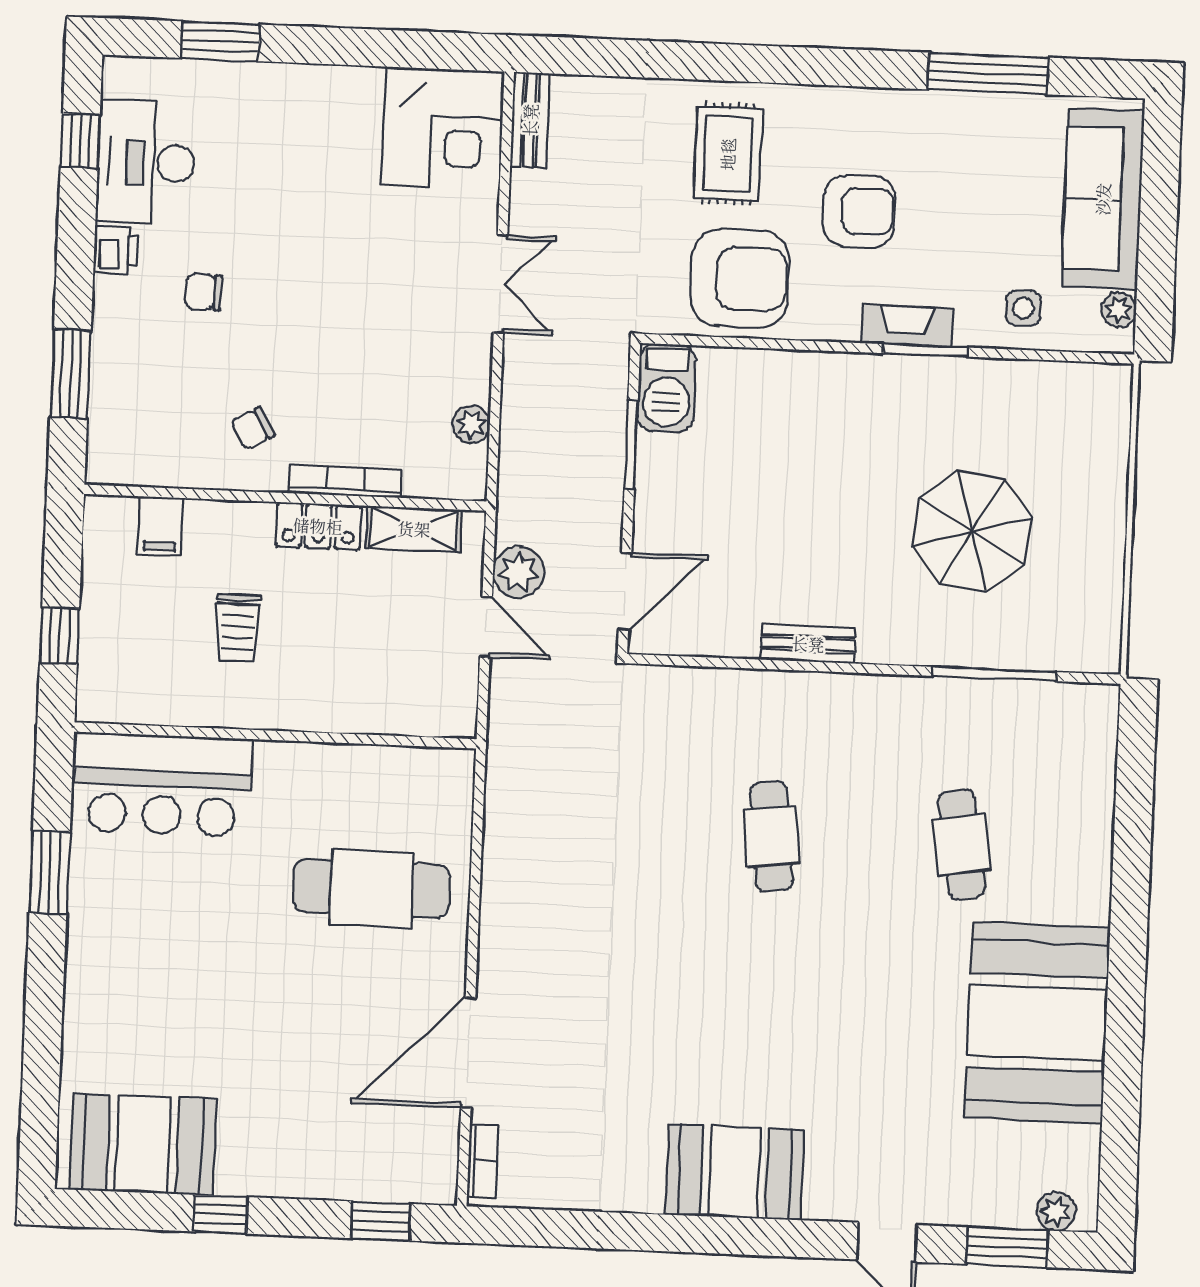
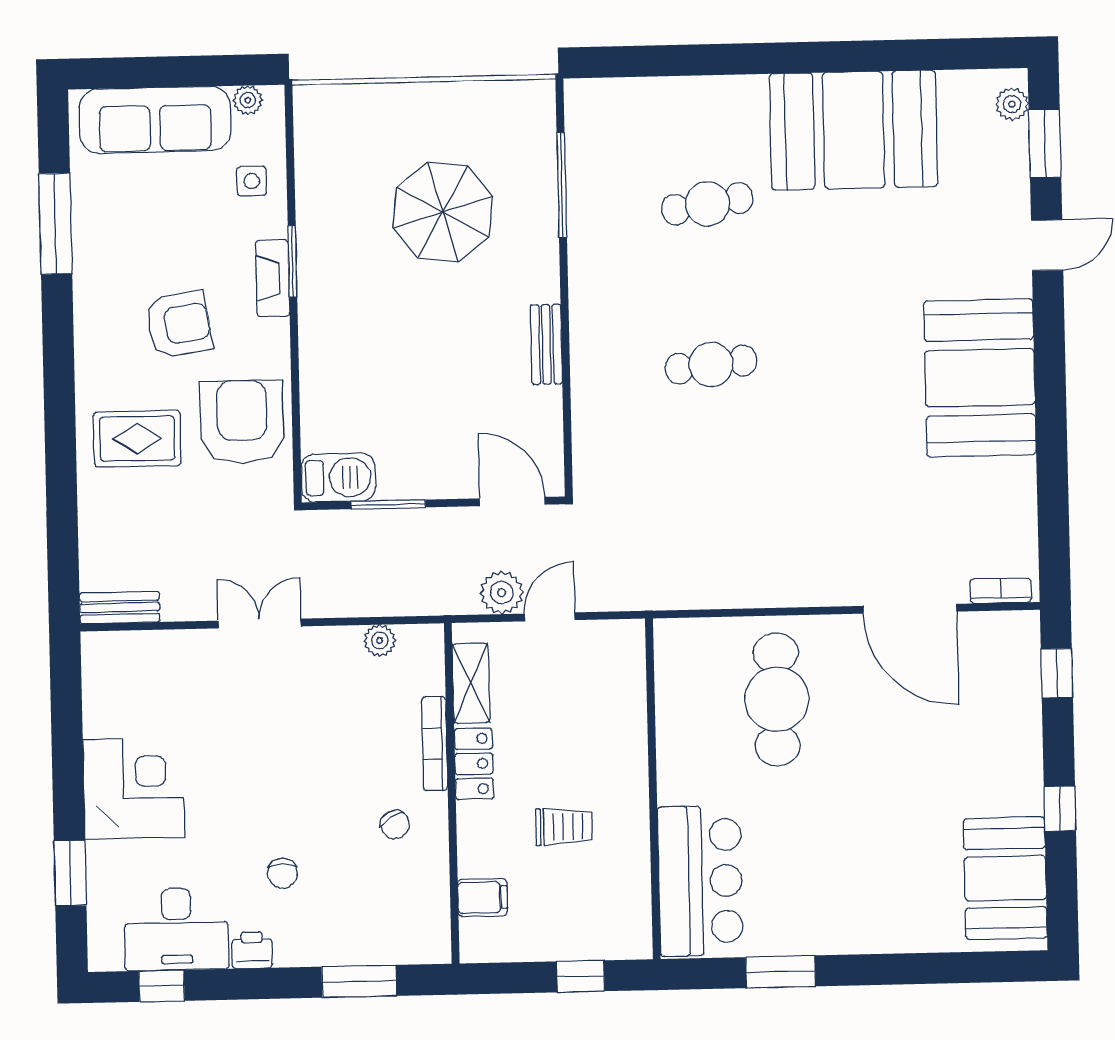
corner desk: (443, 128) -> (134, 788), moved
armchair: (859, 211) -> (179, 325), turned 81
booth: (735, 1172) -> (980, 378), width x1.36, depth x1.42

